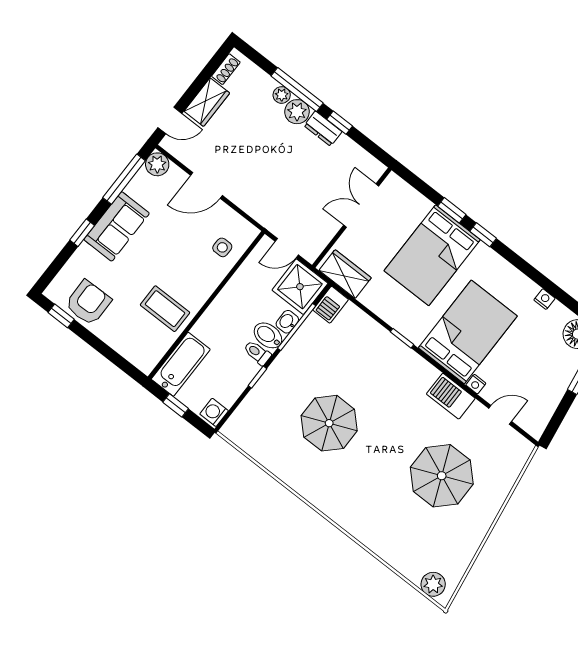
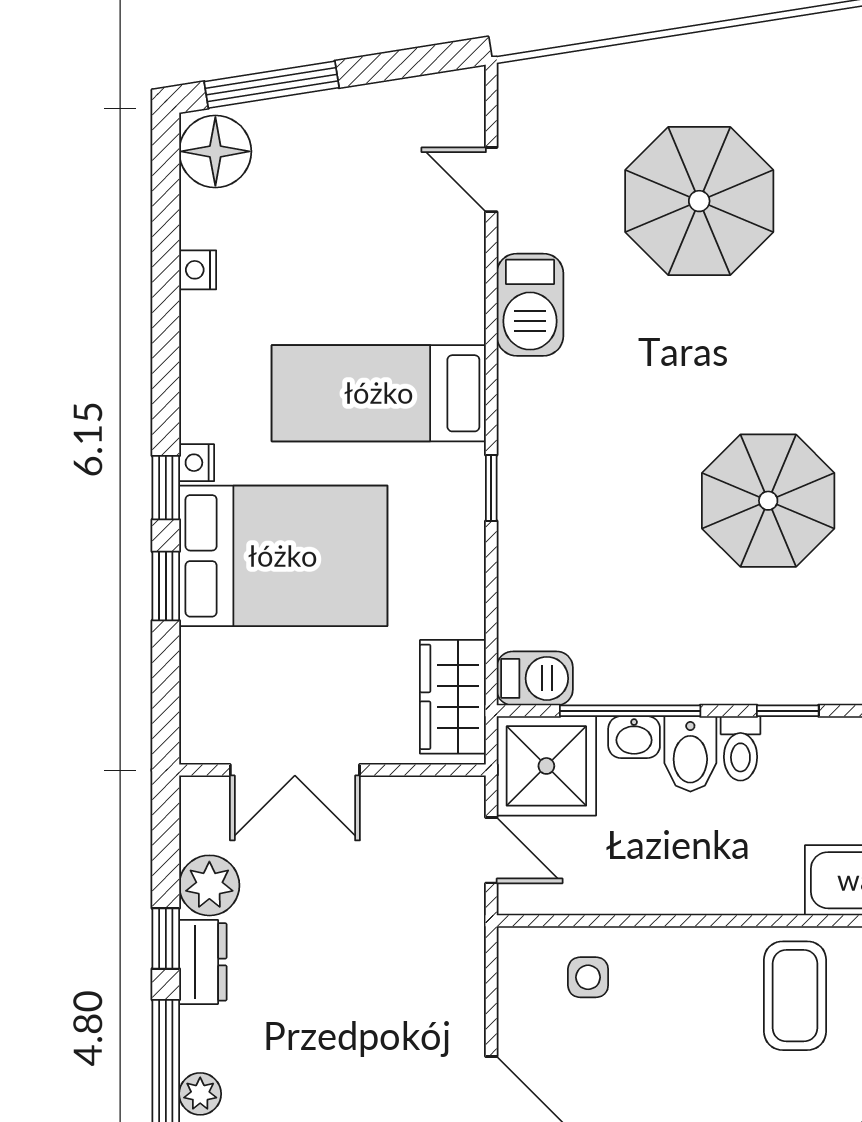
plant: (297, 112) -> (209, 885), moved
bed: (468, 332) -> (379, 393), width x0.67
nightstand: (476, 384) -> (197, 463), moved, turned 180

